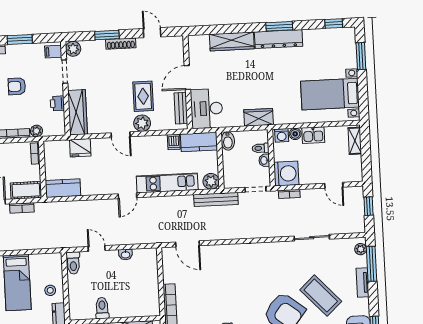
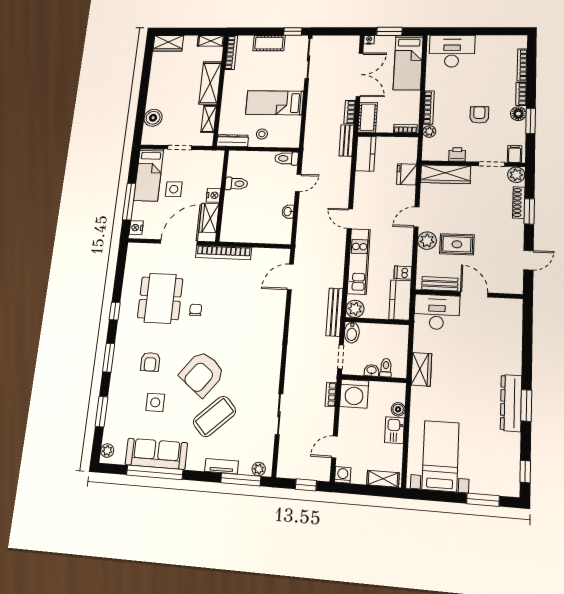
wardrobe: (232, 41) -> (512, 348), removed
shoe rack: (121, 44) -> (519, 203), moved
floor lamp: (13, 51) -> (518, 114), added
washing machine: (282, 135) -> (343, 475), moved, turned 90
bidet: (228, 141) -> (352, 333), moved, turned -90
bench: (51, 208) -> (346, 140), added

